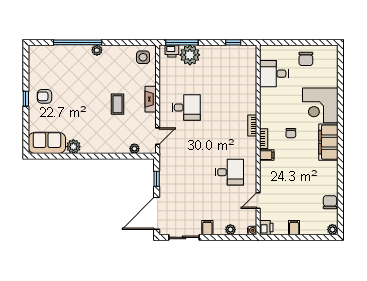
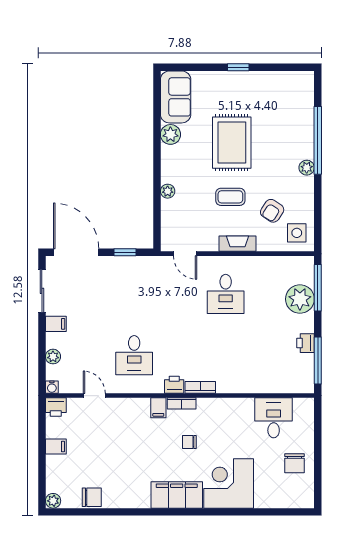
window: (233, 42) -> (318, 361), width x2.17
printer: (172, 51) -> (306, 343), moved
chair: (306, 59) -> (294, 463), turned -90
armchair: (44, 96) -> (272, 211), moved, turned -147
rug: (79, 103) -> (232, 143), added
printer: (250, 144) -> (174, 385), added
plant: (134, 149) -> (168, 191), moved

